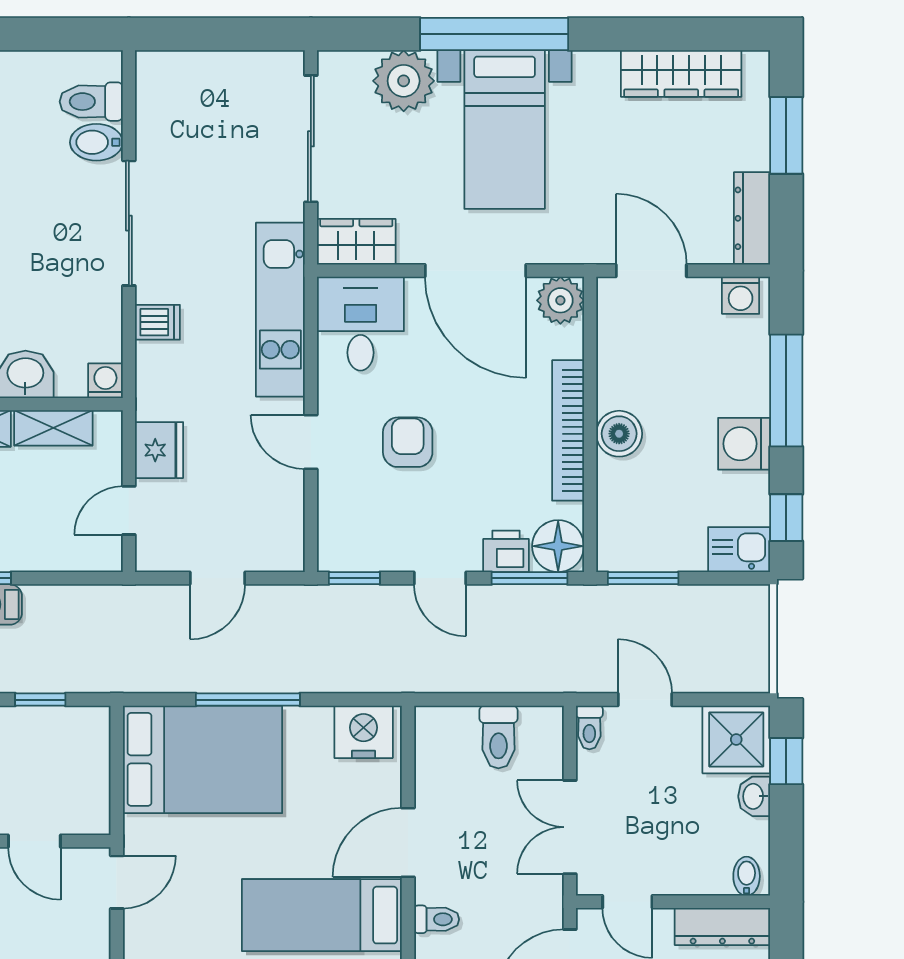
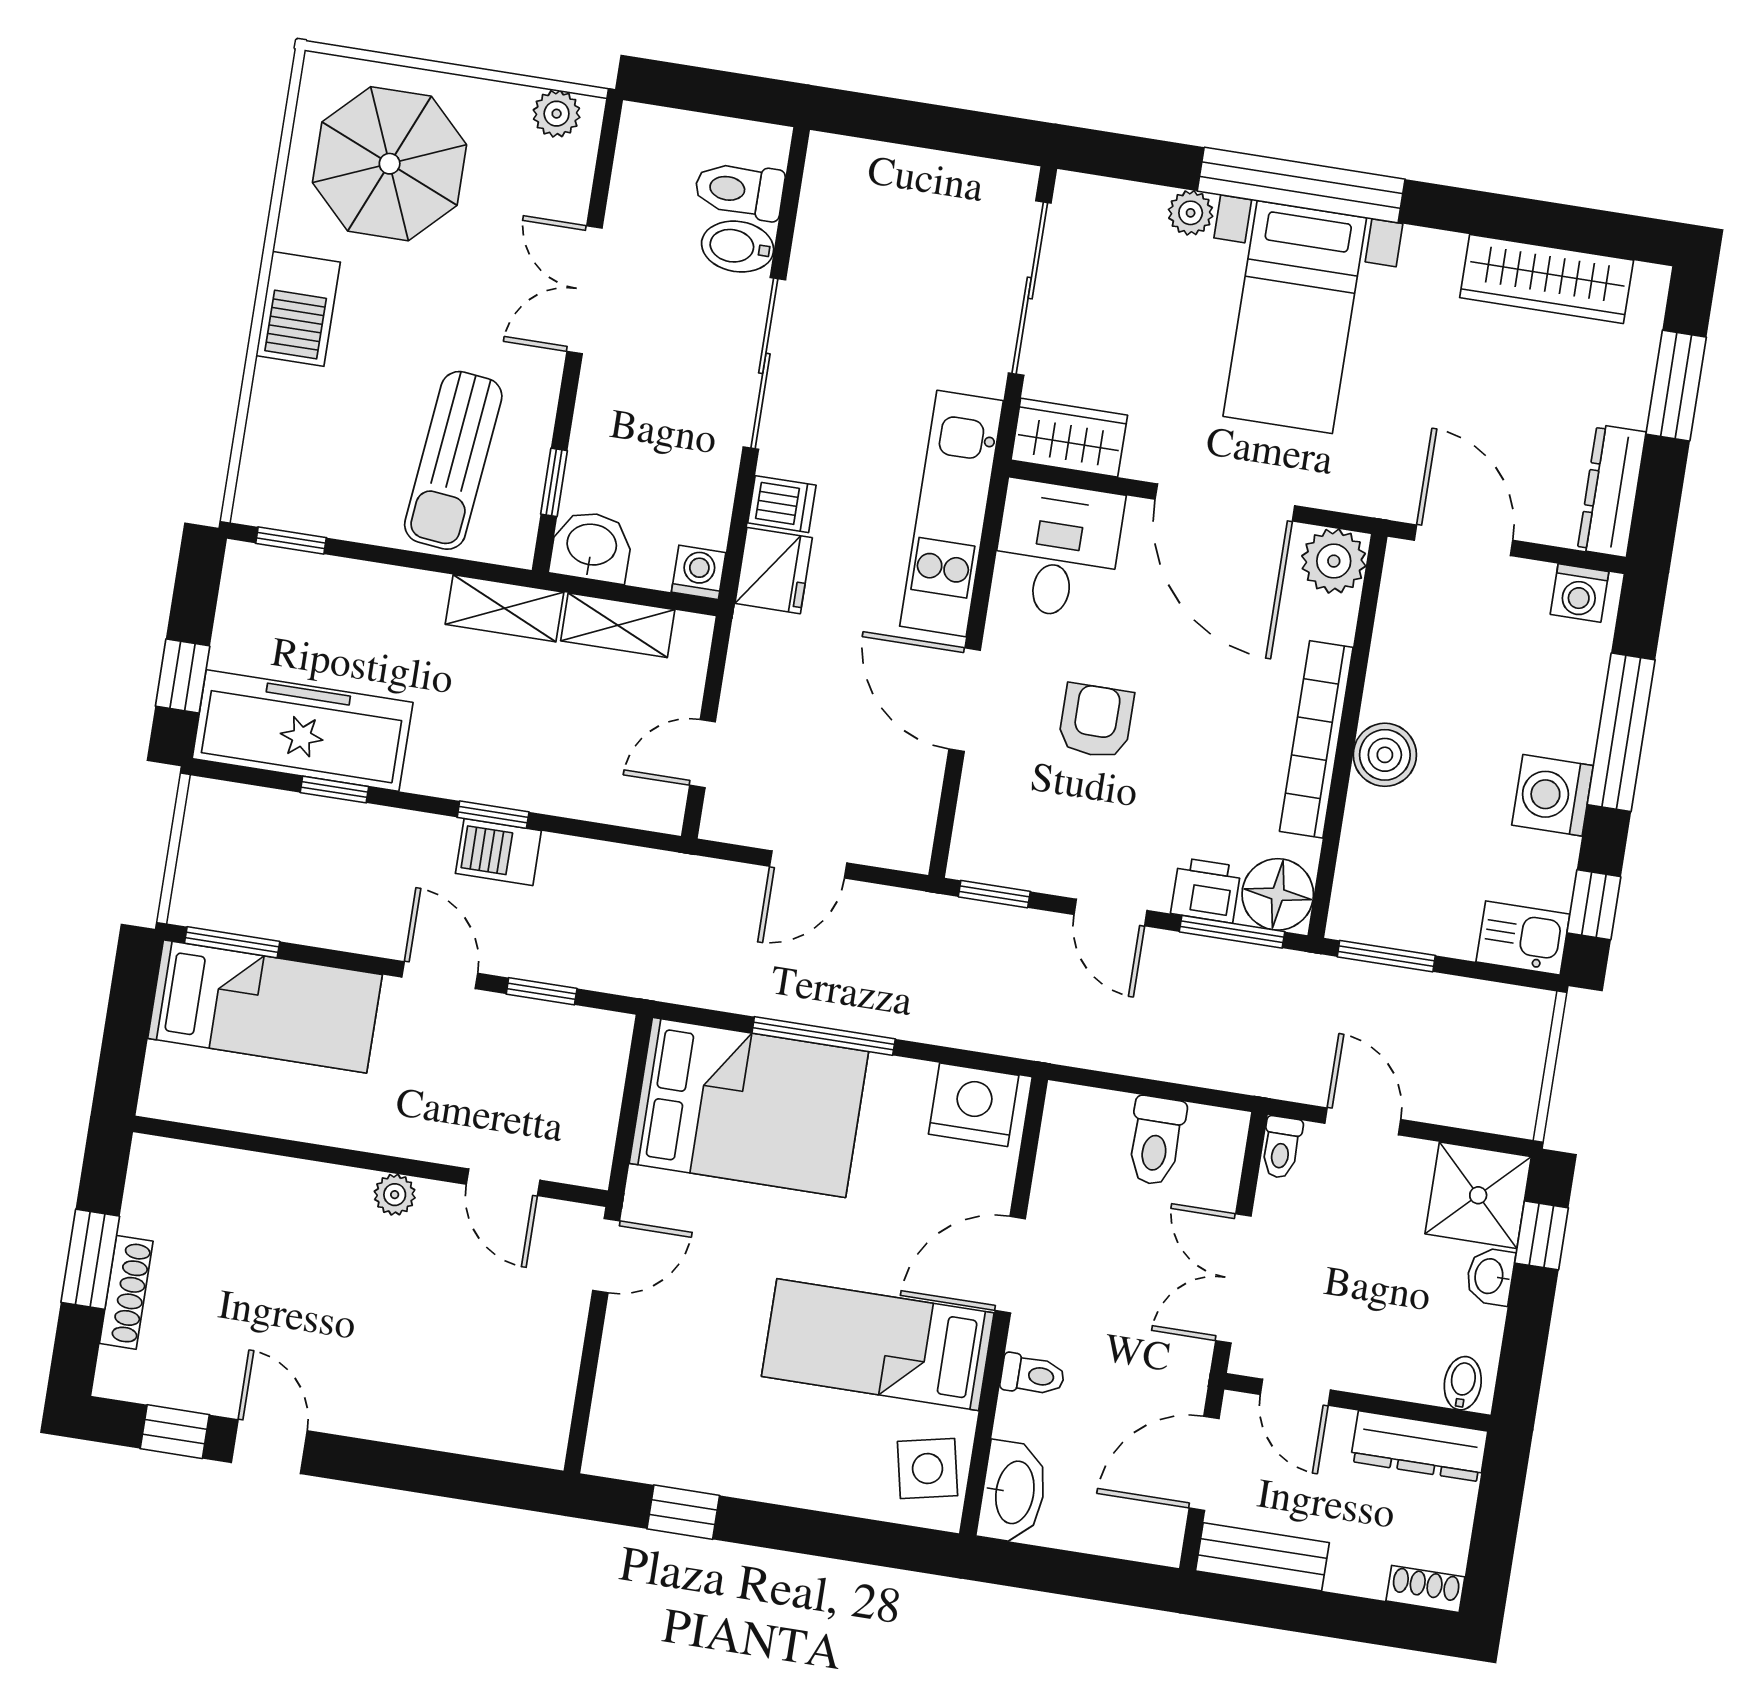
plant: (404, 81) -> (1191, 213), width x0.53, depth x0.53
door: (311, 442) -> (965, 700), width x1.38
fridge: (159, 450) -> (774, 571), moved

